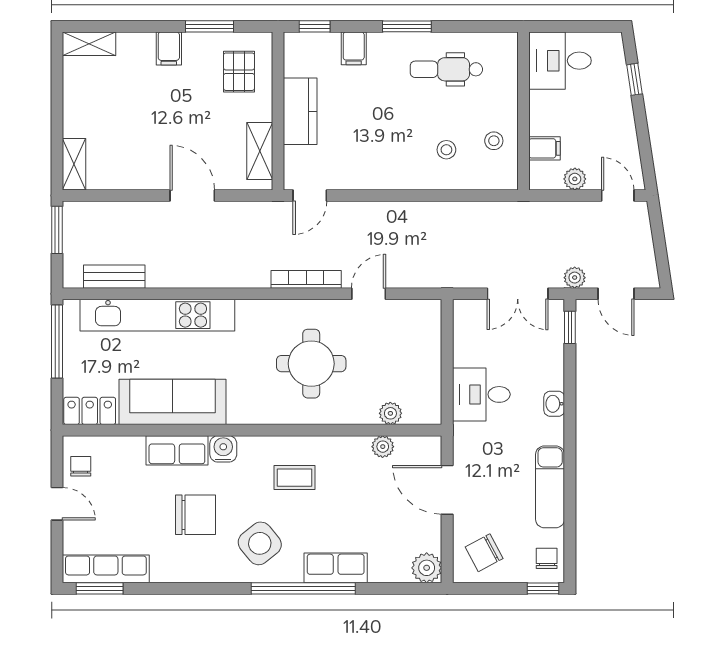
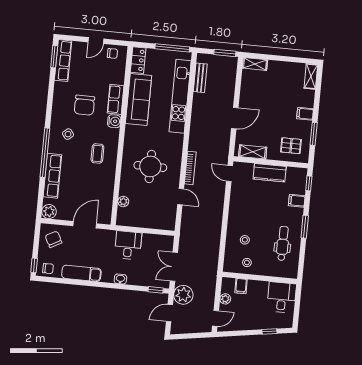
plant: (575, 278) -> (183, 295), width x1.87, depth x1.87
plant: (383, 447) -> (108, 196), removed
side table: (260, 543) -> (68, 134), width x0.54, depth x0.54
row of seats: (336, 568) -> (52, 176), width x1.48

